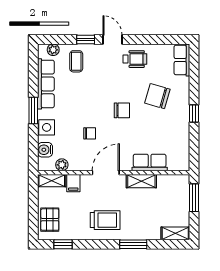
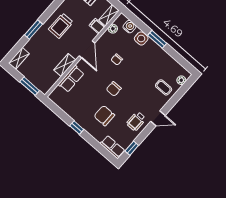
window: (86, 39) -> (132, 148), moved
row of seats: (46, 84) -> (166, 59), removed
chair: (157, 96) -> (104, 116), turned -106

